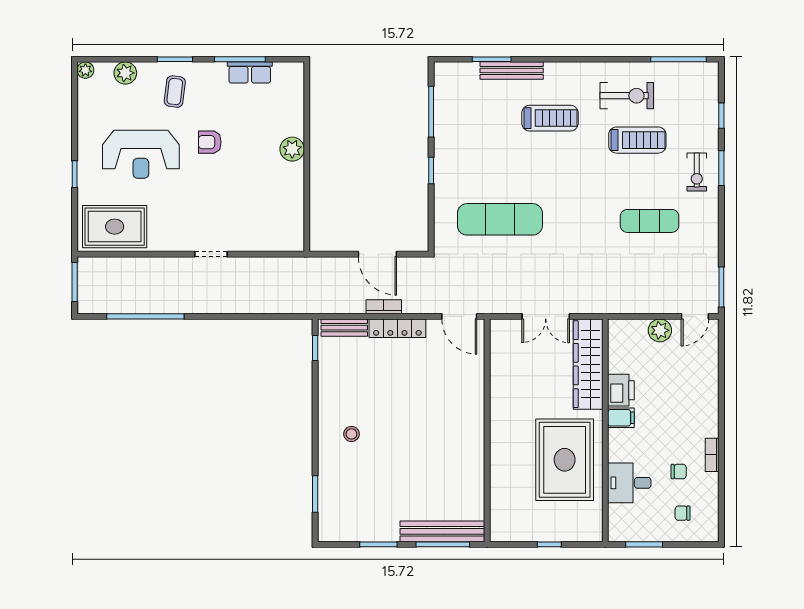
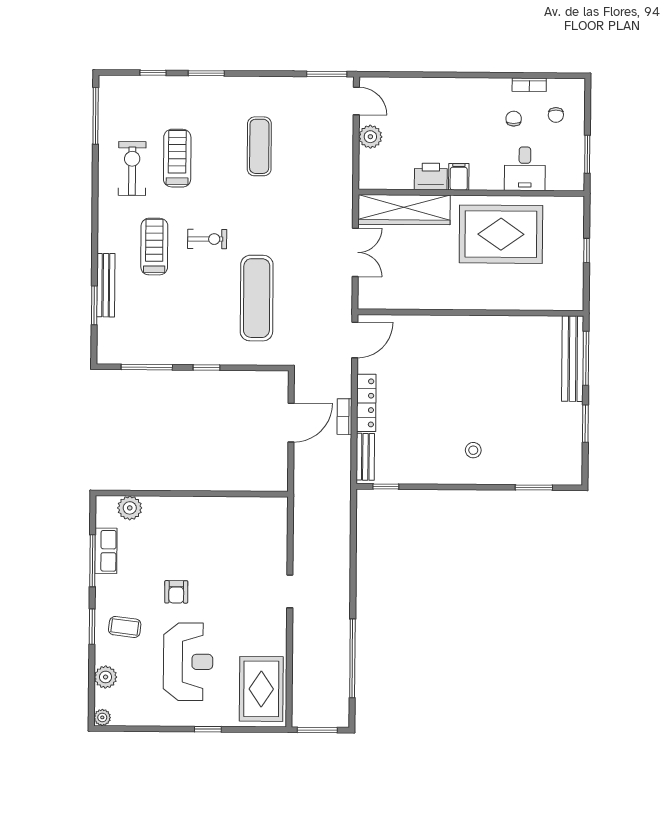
plant: (292, 149) -> (130, 508), moved
exercise bike: (697, 172) -> (207, 239), moved
bookcase: (712, 455) -> (529, 85), moved

